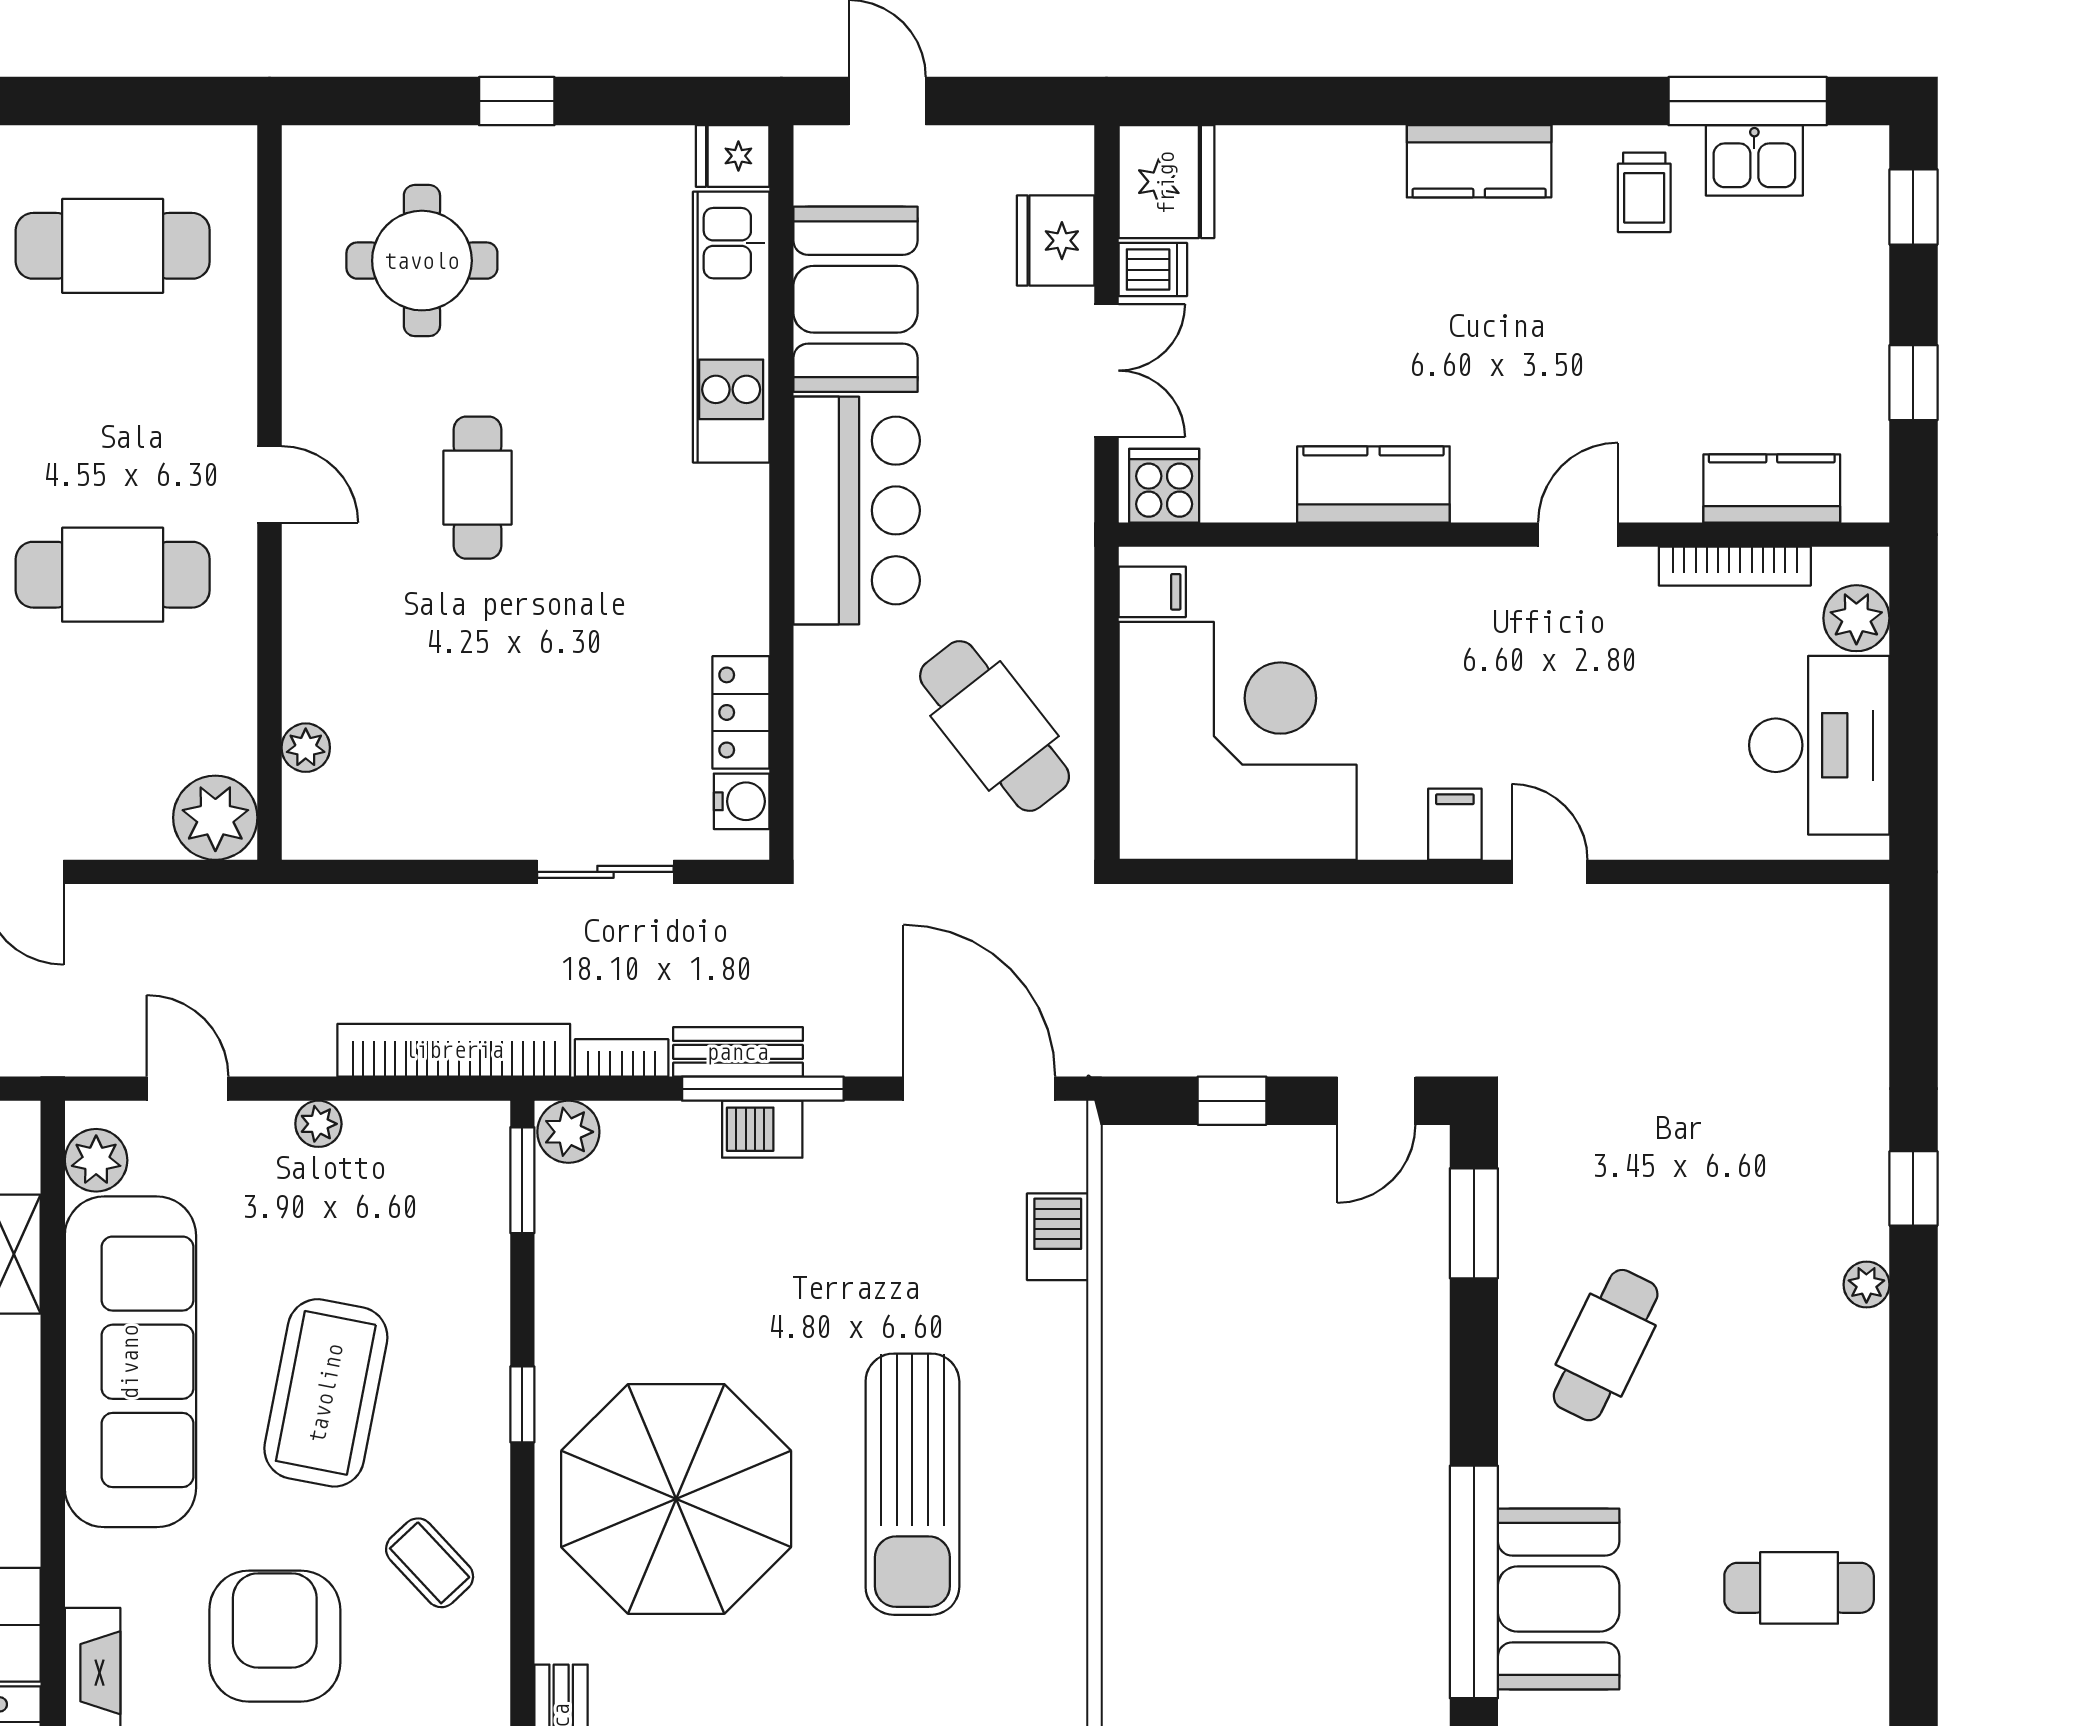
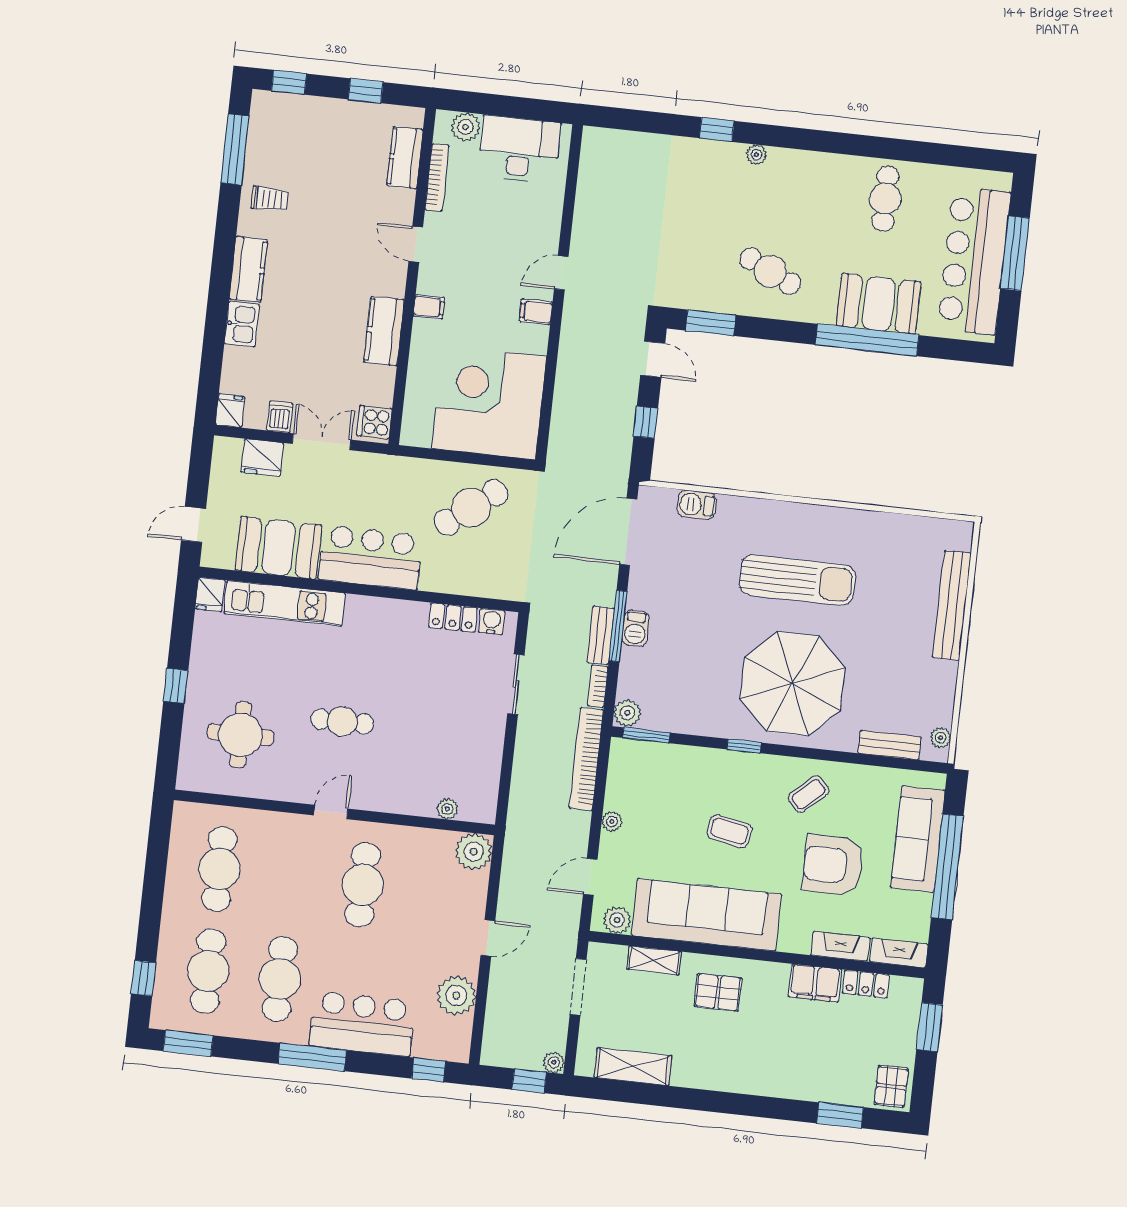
kitchen sink: (1754, 160) -> (242, 324), moved
fridge: (1166, 182) -> (230, 411), width x0.53, depth x0.75
filing cabinet: (1152, 592) -> (429, 307), moved, turned 90
coffee table: (326, 1393) -> (729, 831), width x0.54, depth x0.58

